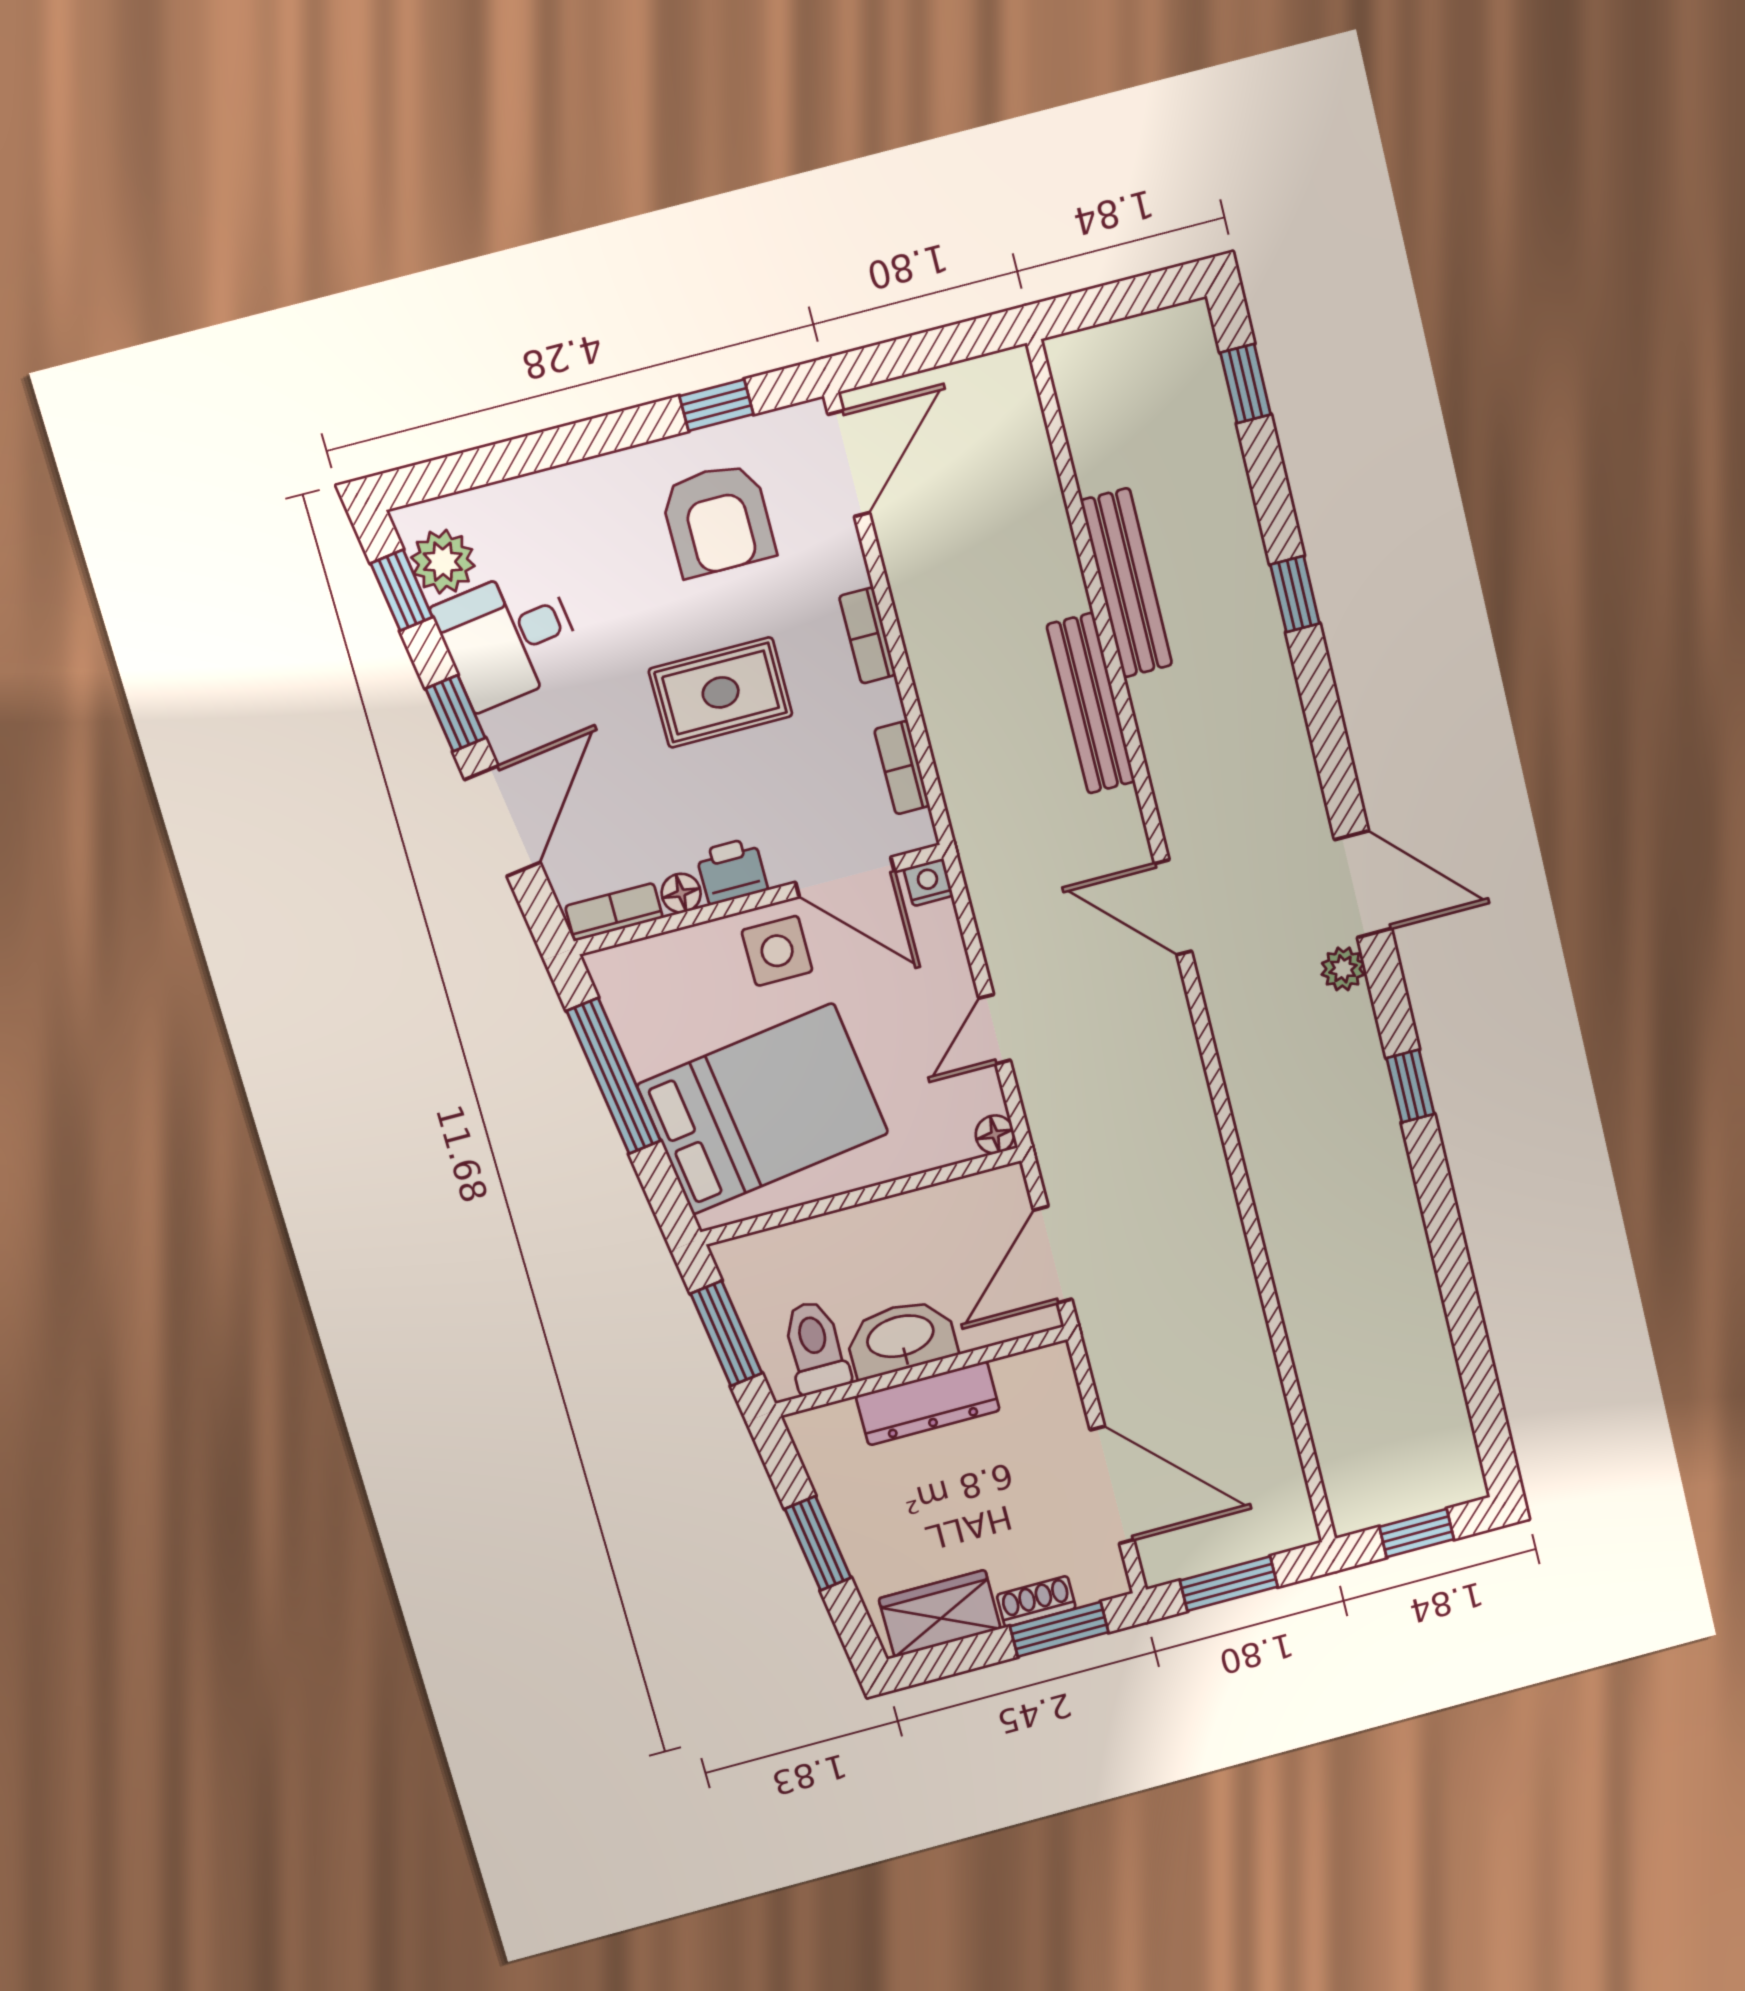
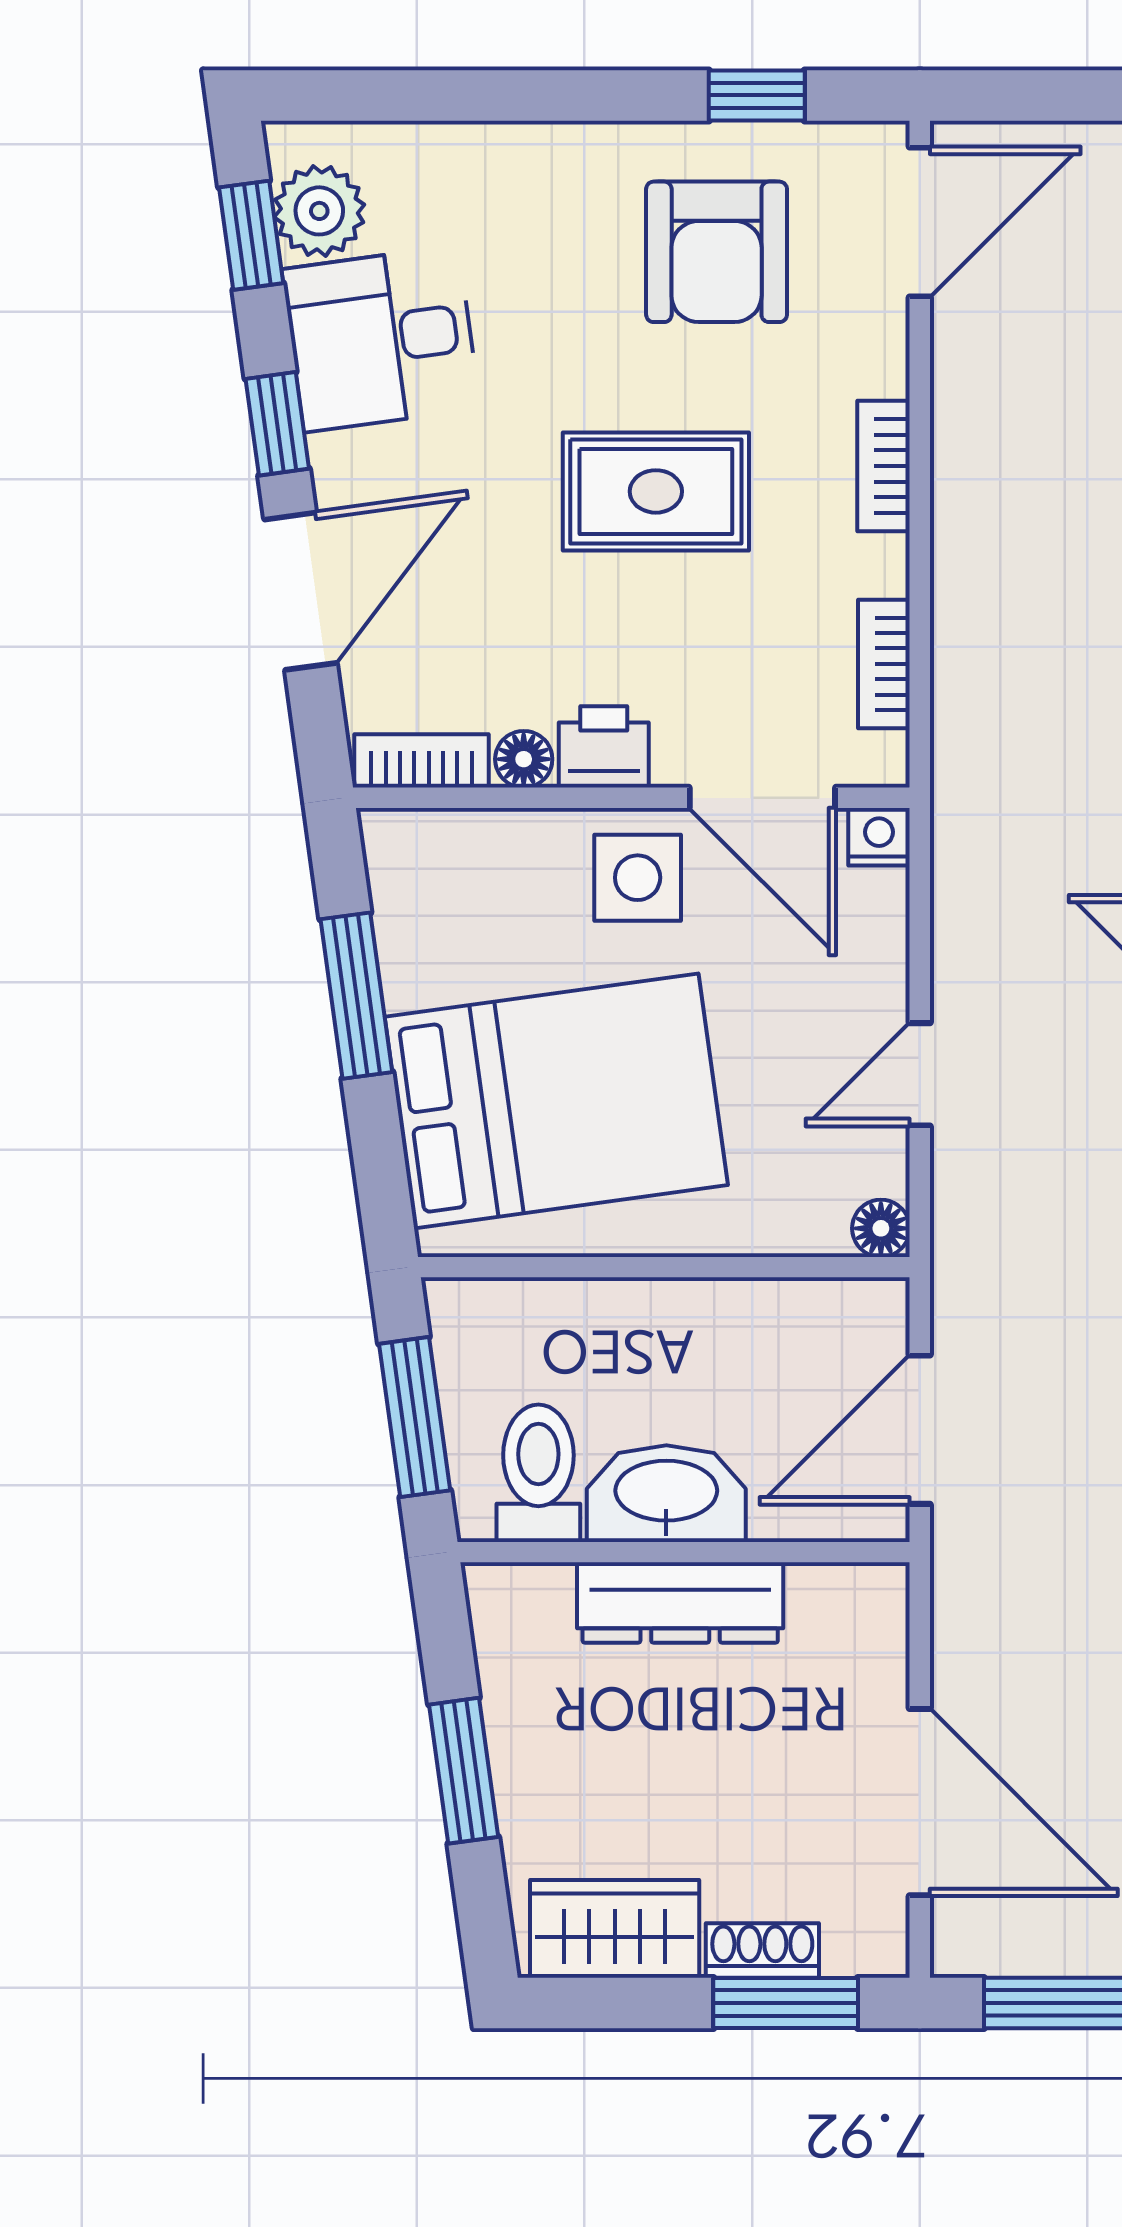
window: (614, 1076) -> (356, 996), width x0.69

